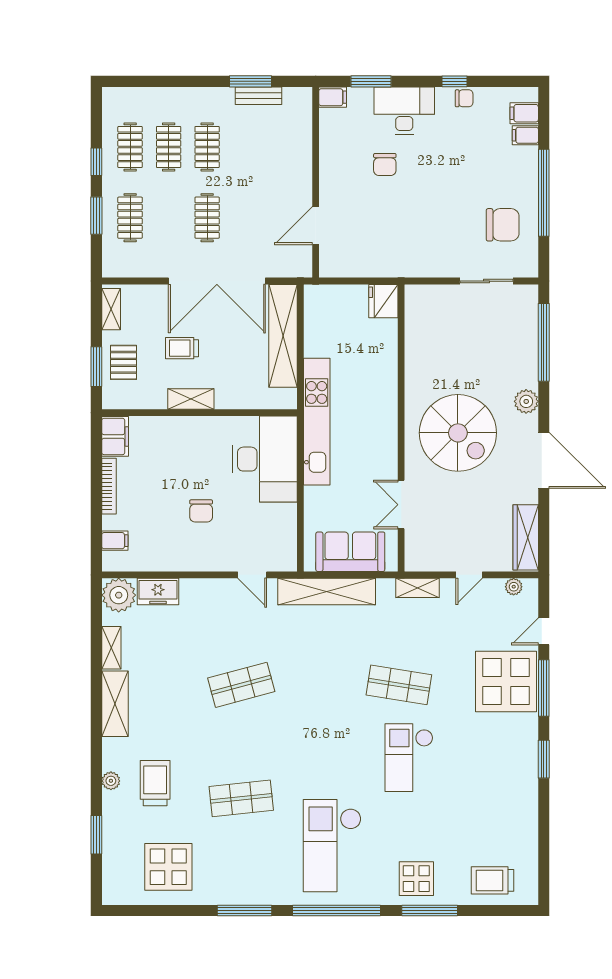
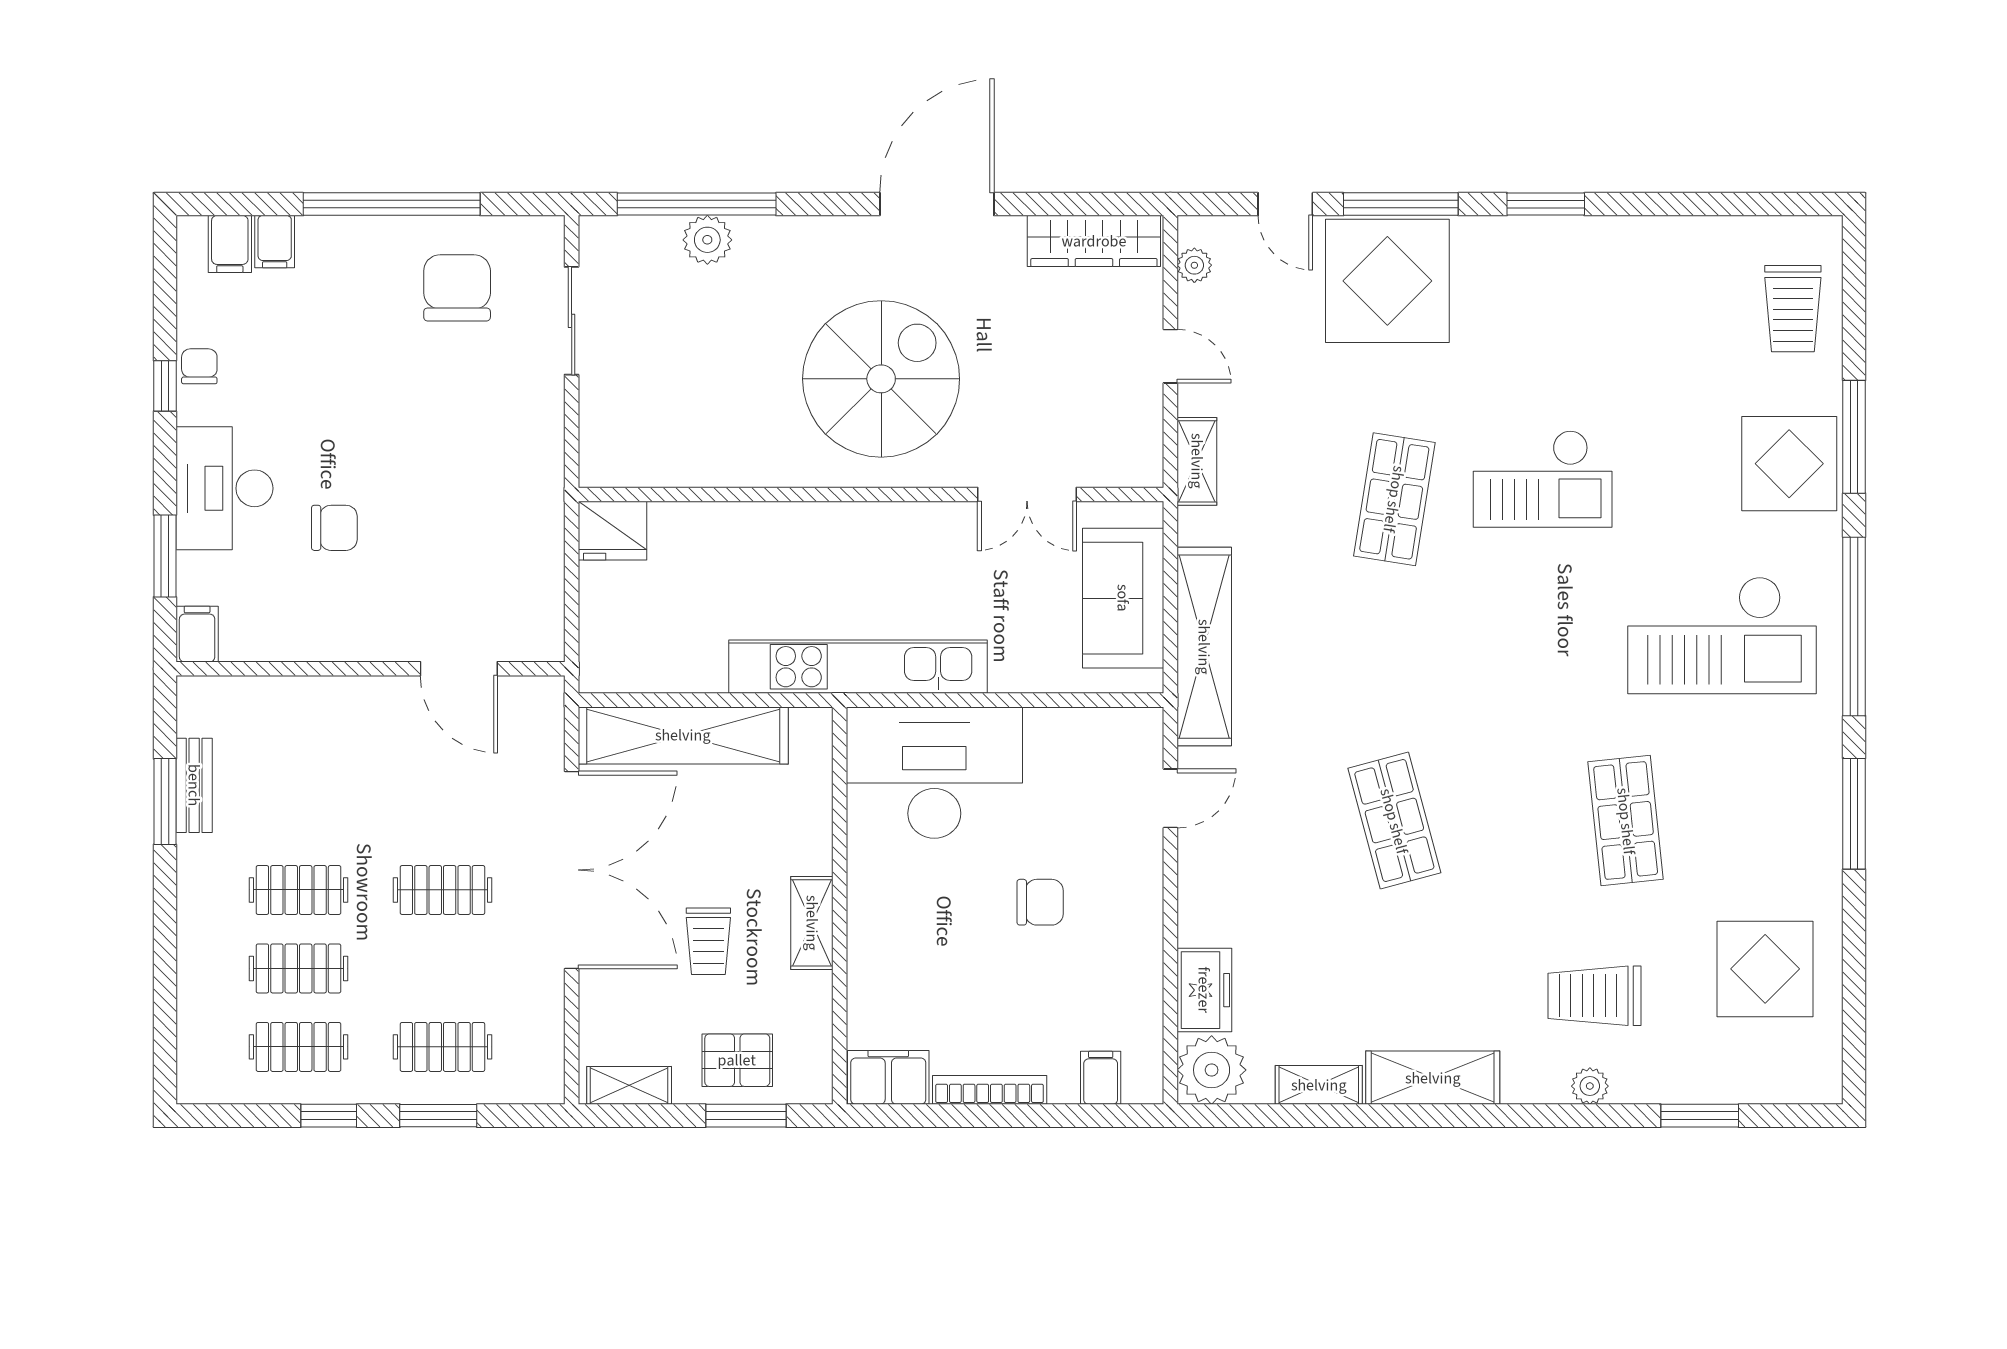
plant: (526, 401) -> (707, 240), moved
display table: (416, 879) -> (1789, 464), width x1.36, depth x1.36

